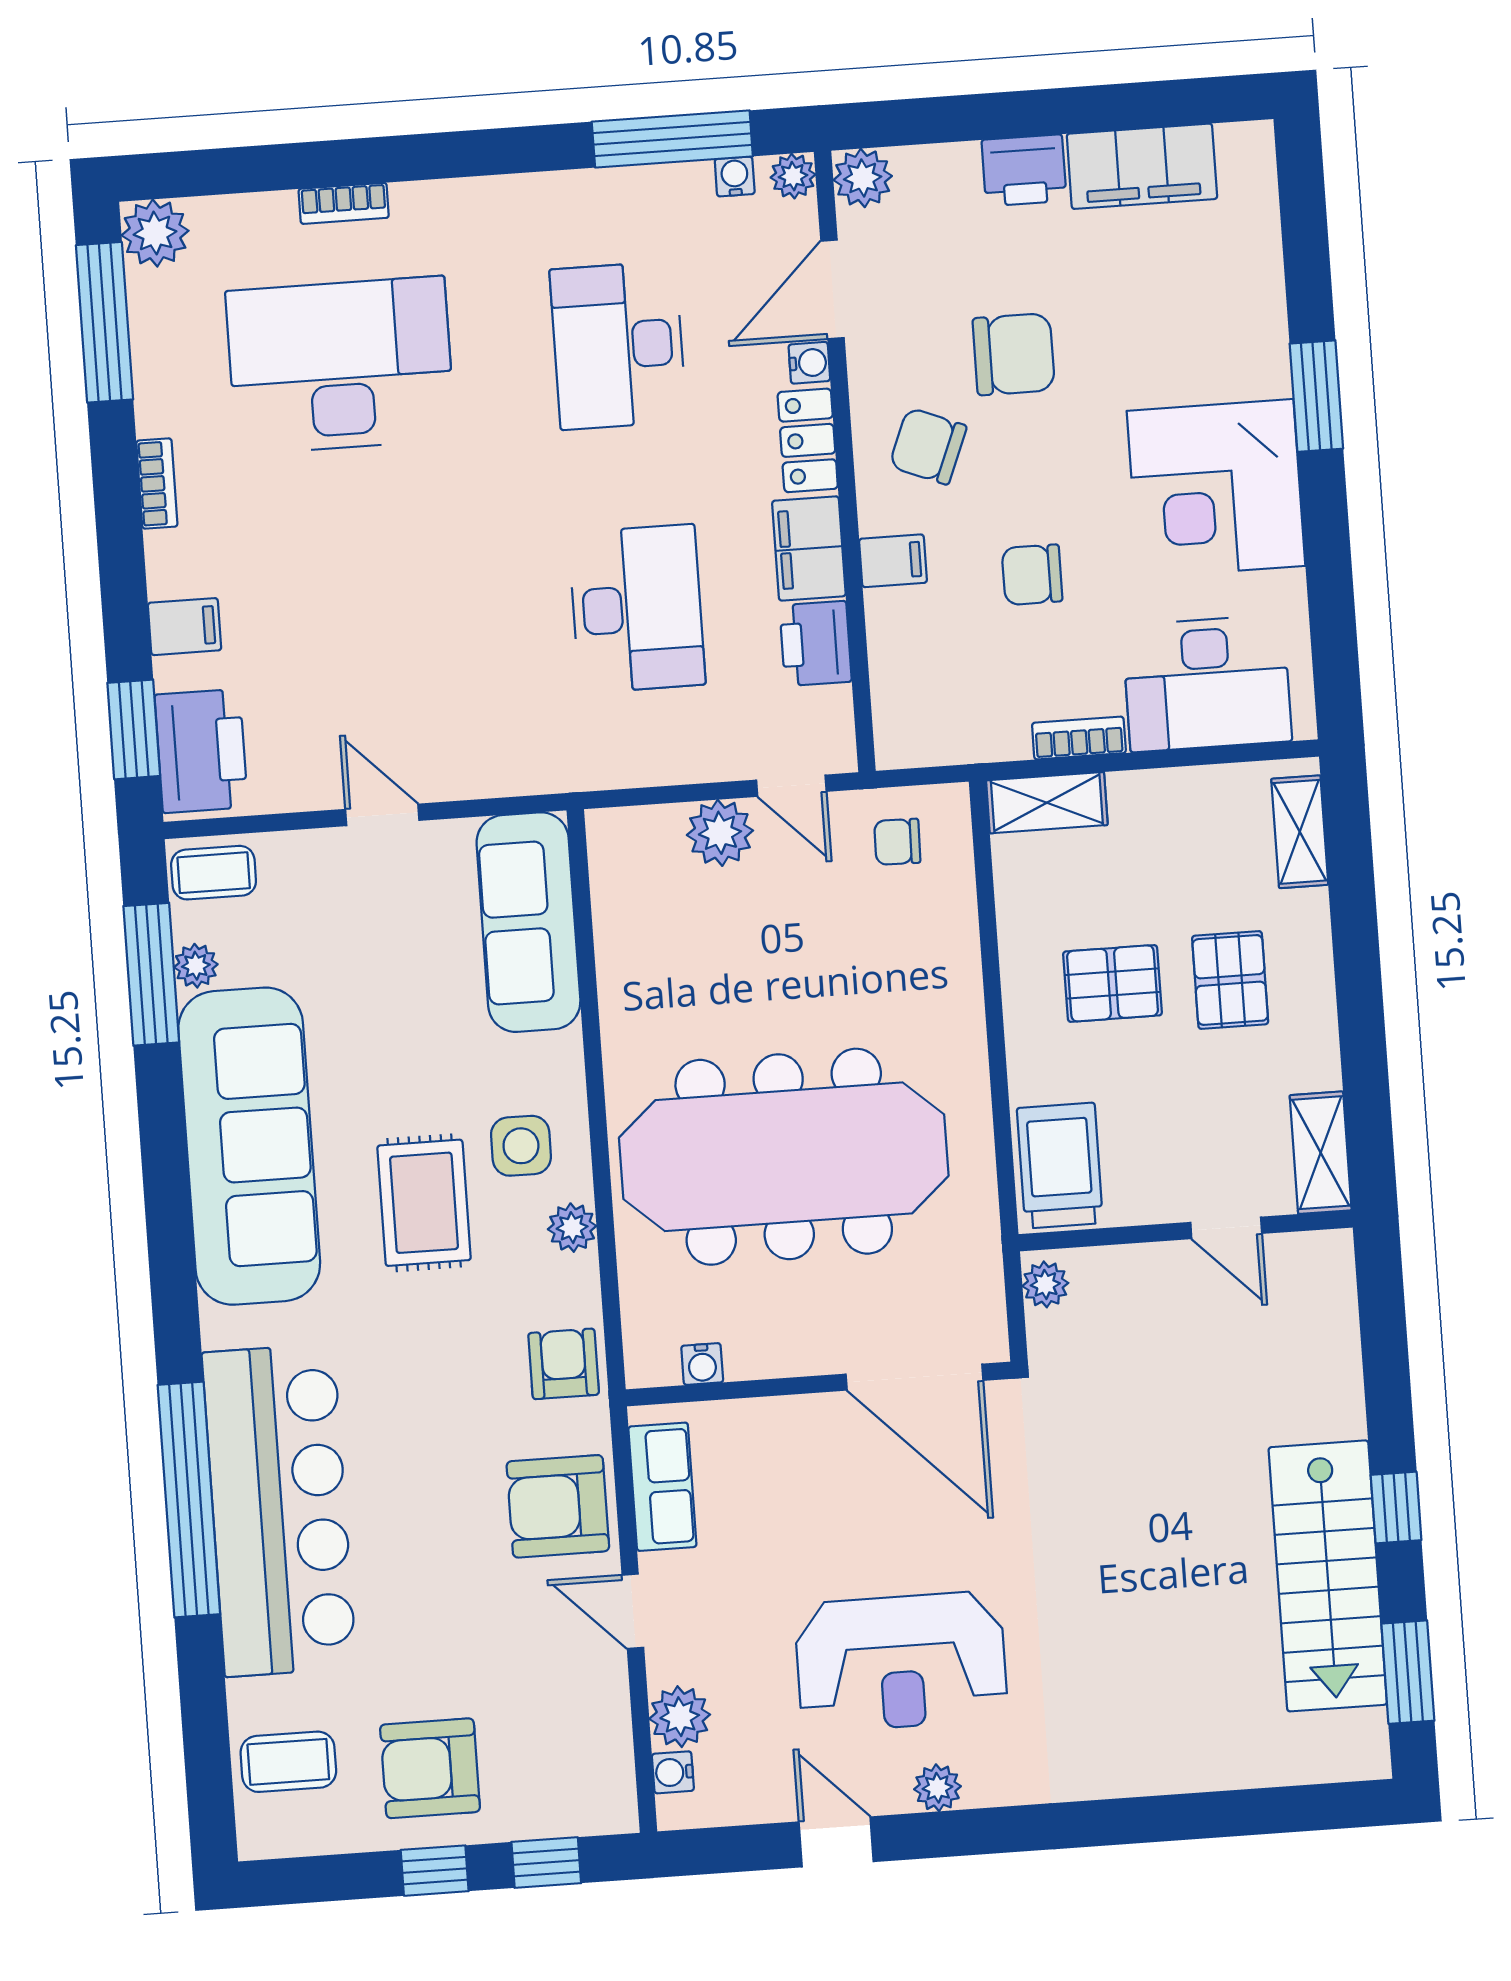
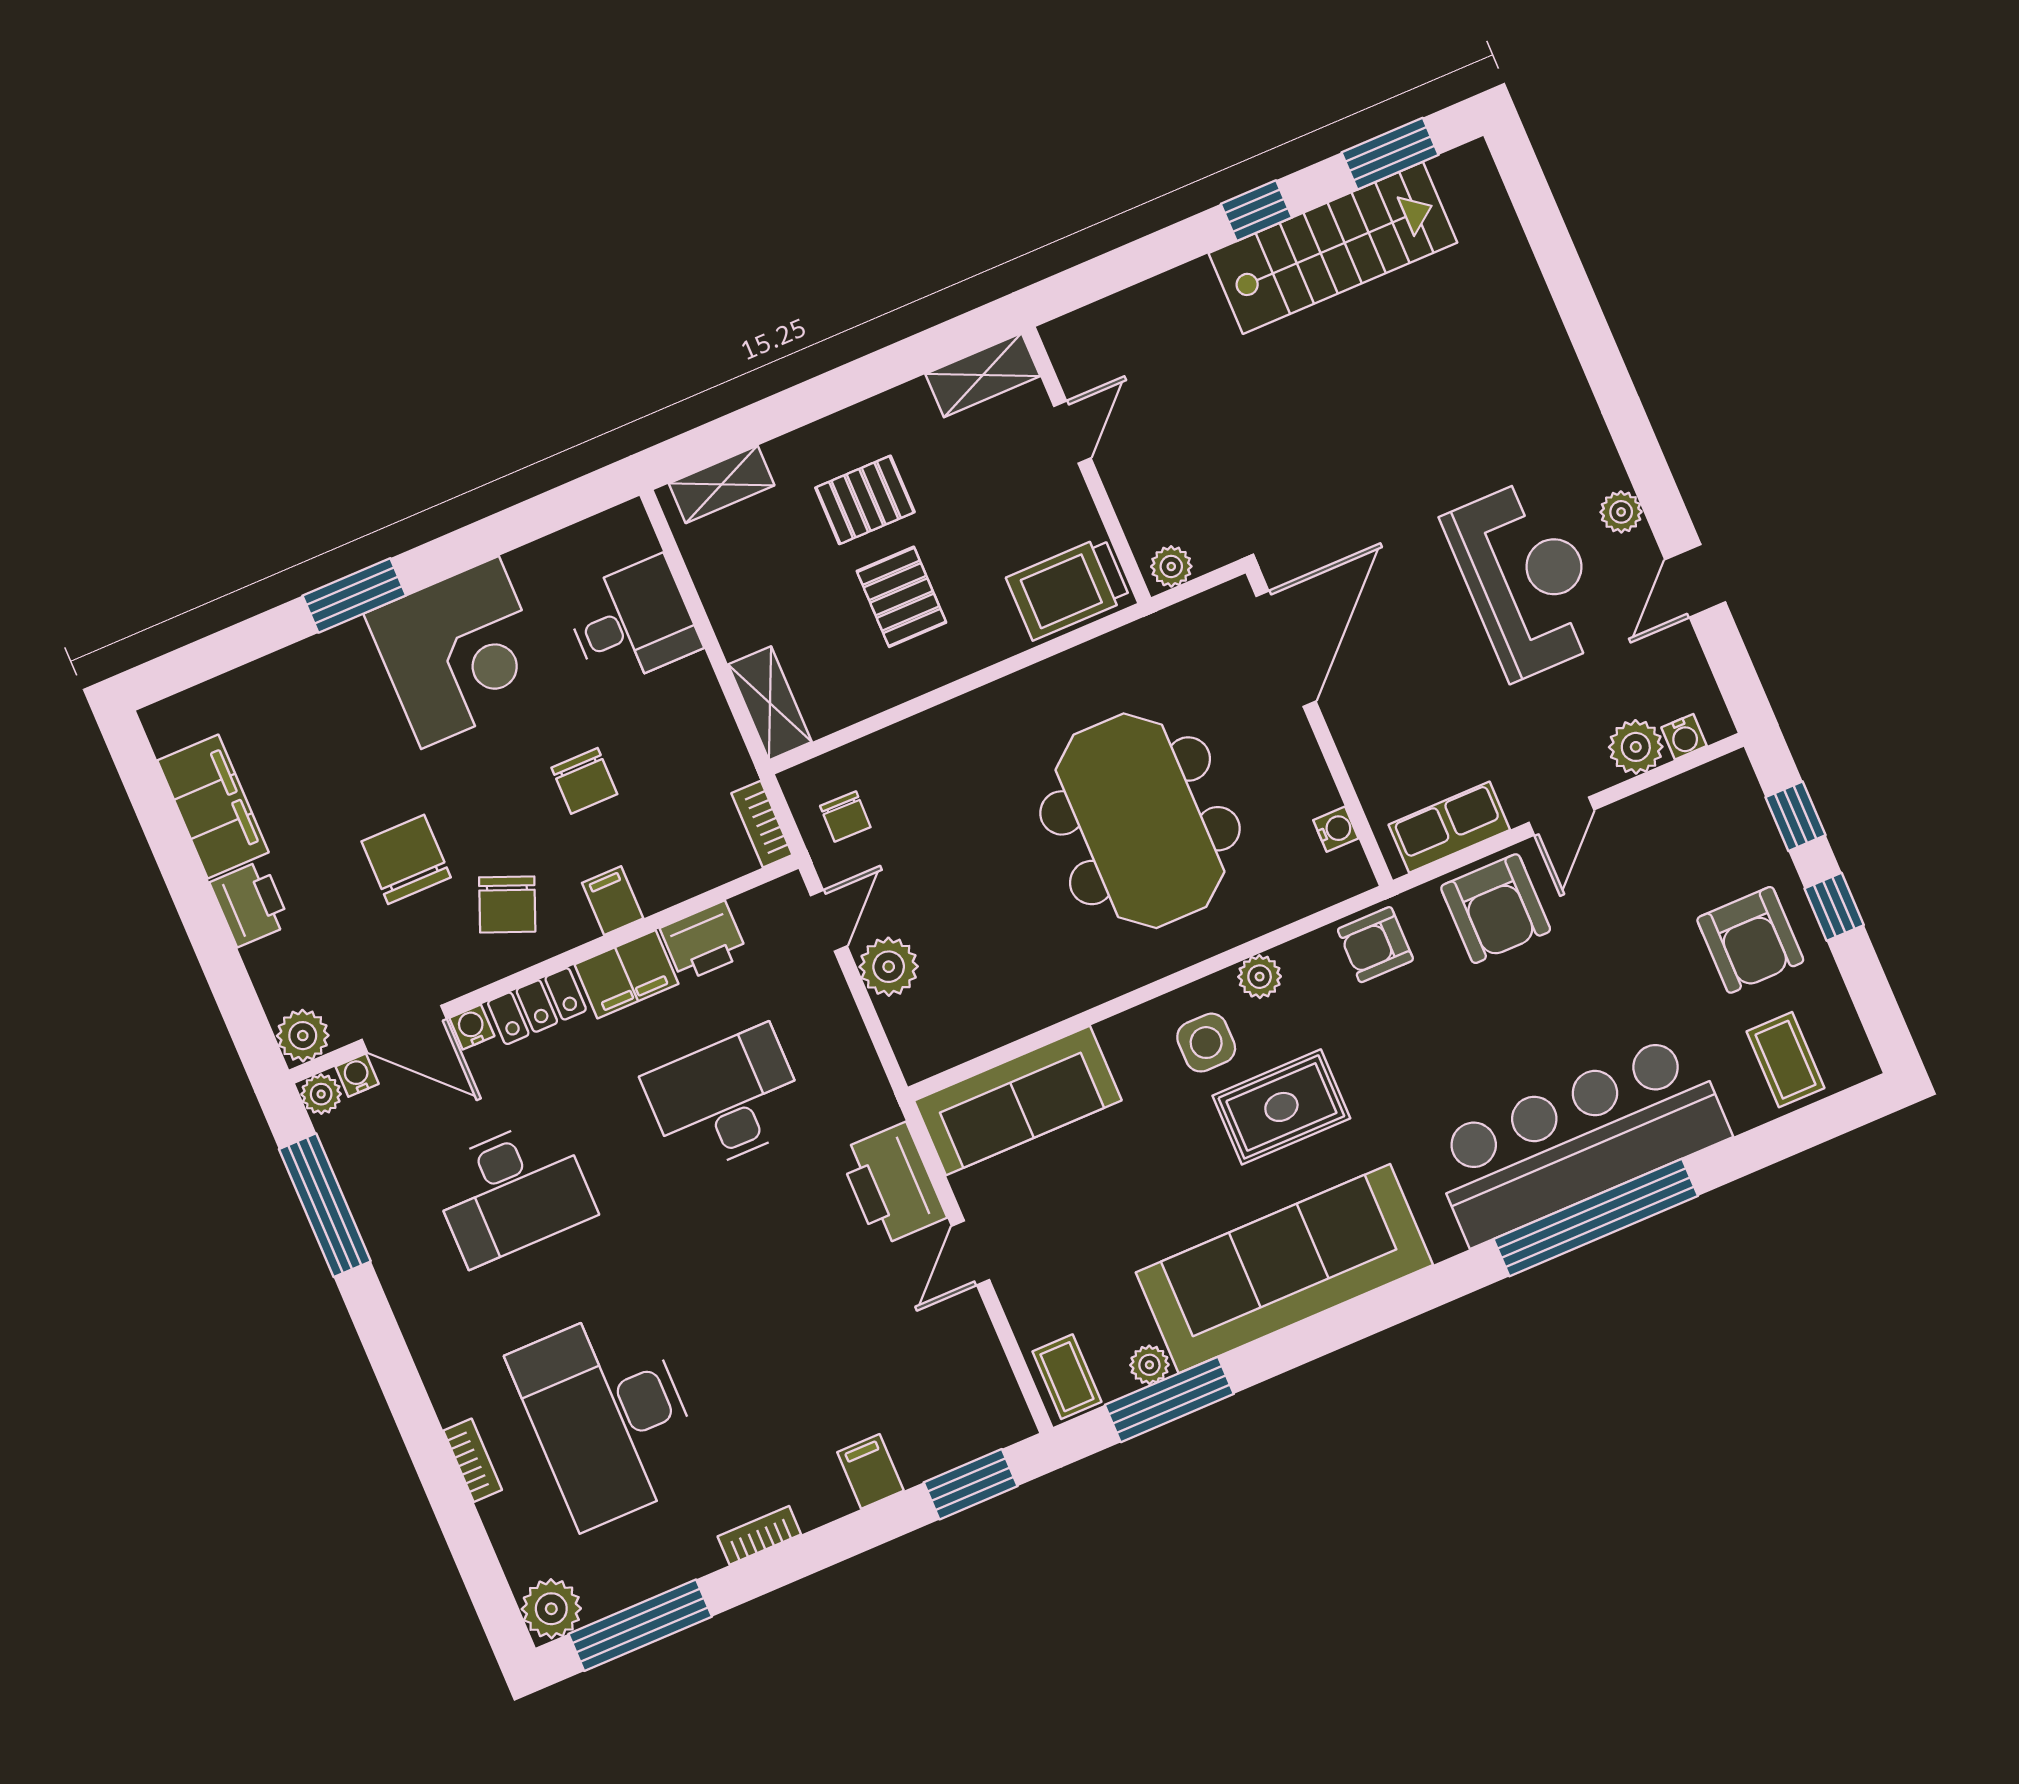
water cooler: (735, 176) -> (357, 1075), moved, turned 90
desk: (1207, 683) -> (632, 622), width x0.73
bookcase: (1079, 738) -> (762, 824), moved
printer: (201, 751) -> (892, 1184), moved, turned -90
meeting table: (784, 1157) -> (1140, 821), width x0.73

